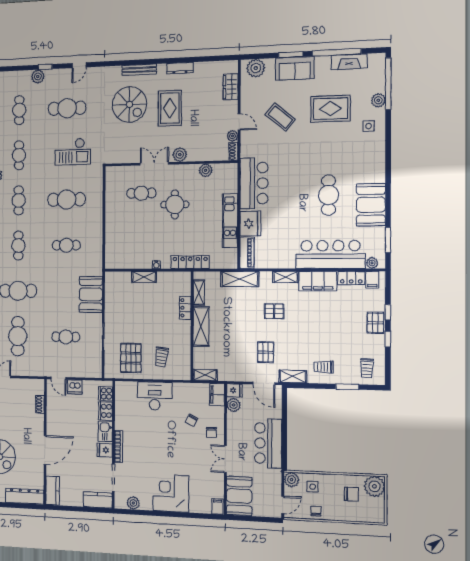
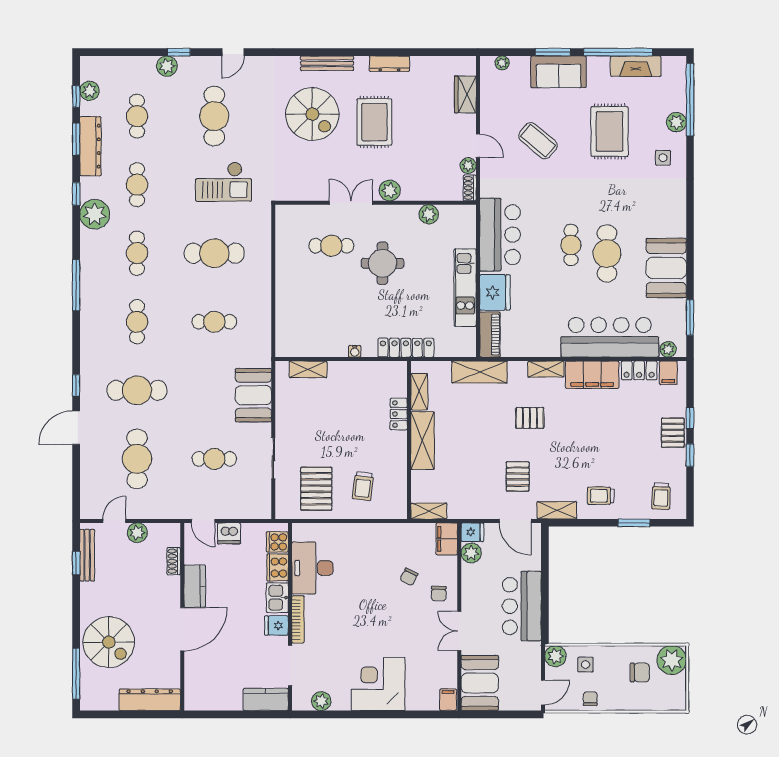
plant: (256, 68) -> (502, 63), width x0.53, depth x0.53
cafe table: (67, 108) -> (214, 116), turned 90
rug: (330, 109) -> (610, 131), turned 90
cafe table: (303, 190) -> (571, 245), added
shelving: (144, 277) -> (308, 369), moved
plant: (18, 385) -> (137, 533), added
desk: (155, 396) -> (312, 568), moved, turned -90
kitchen counter: (53, 491) -> (195, 586), moved

